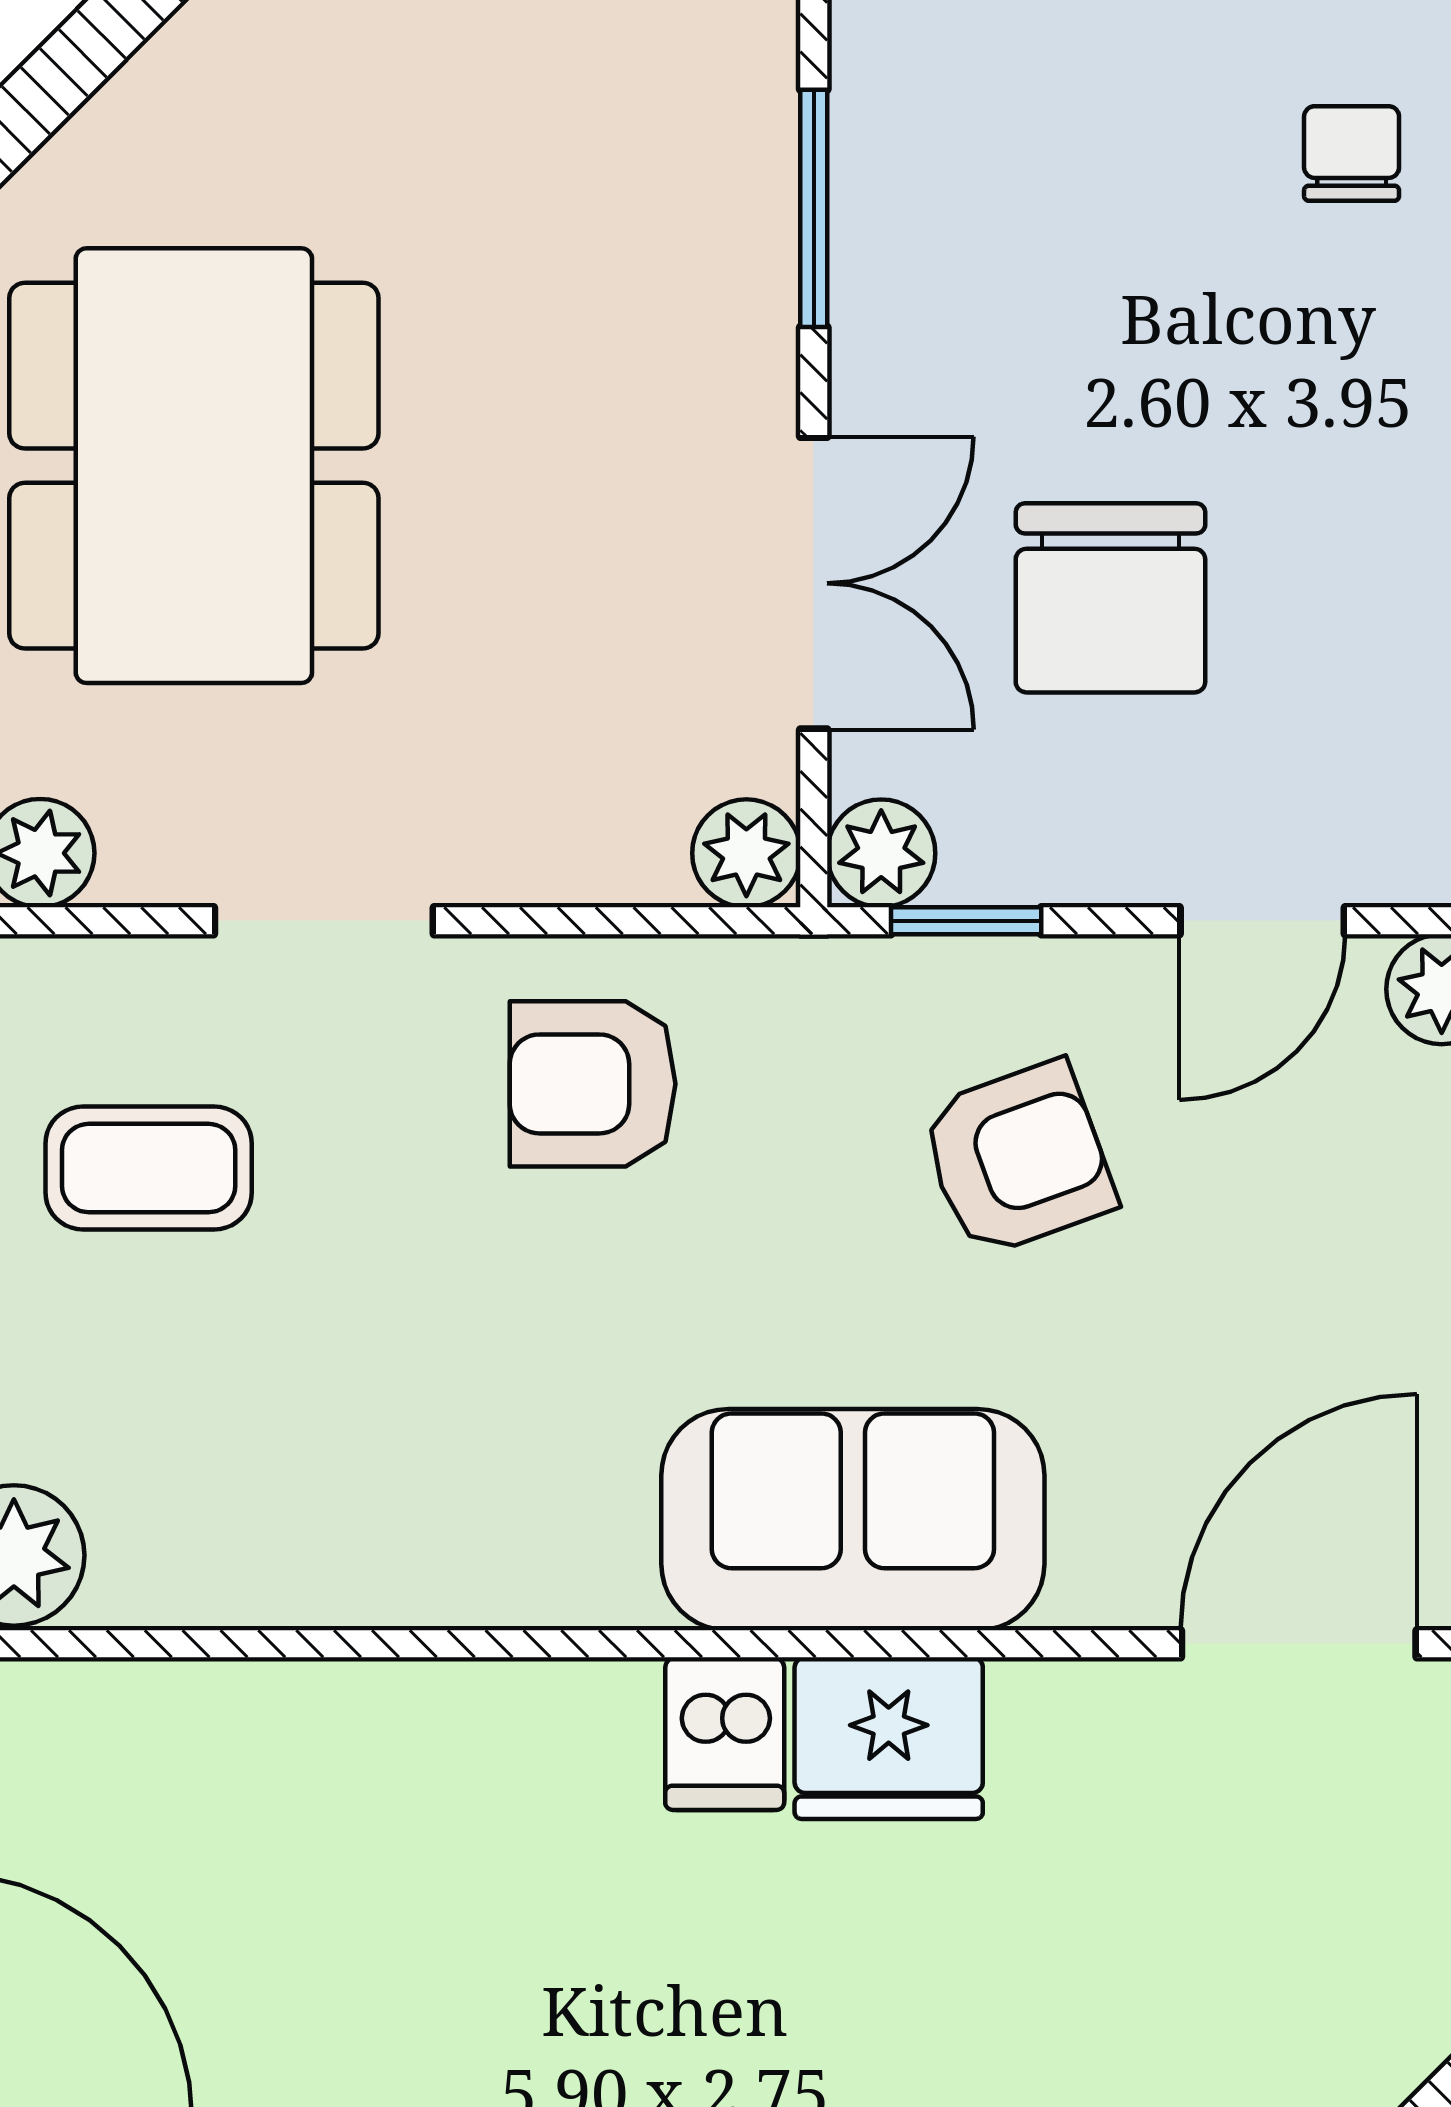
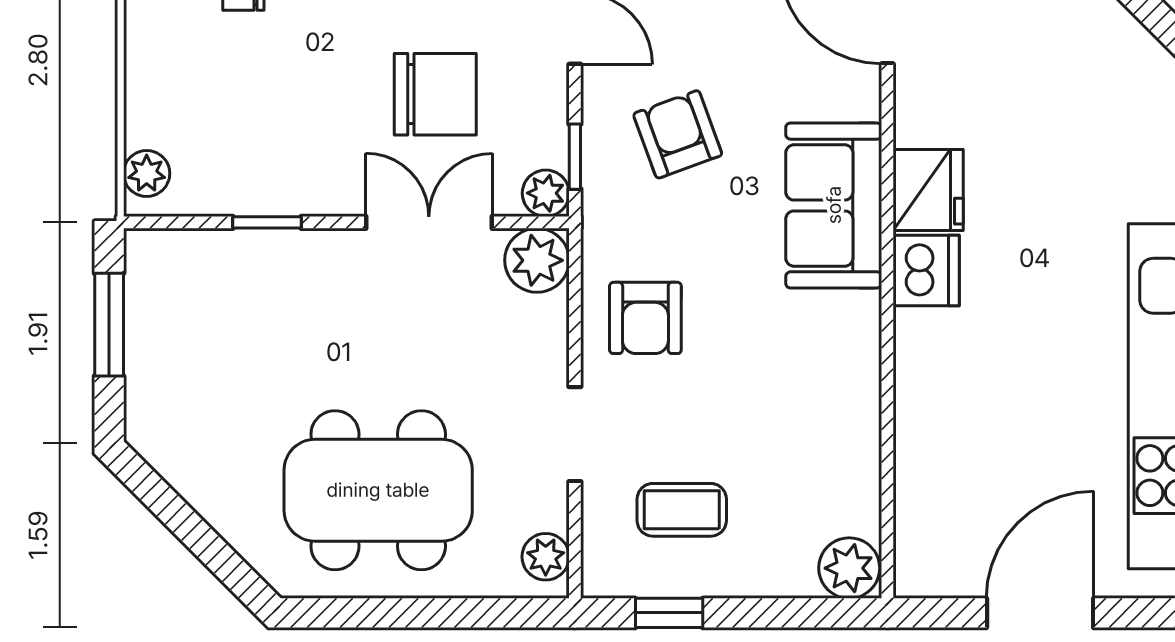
window: (814, 208) -> (267, 222), width x0.67
plant: (746, 853) -> (537, 260), width x1.38, depth x1.38
coffee table: (149, 1168) -> (682, 510), turned 90
dishwasher: (725, 1734) -> (926, 271), width x1.38

